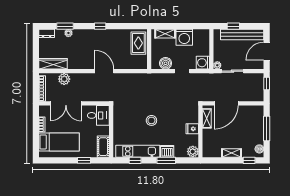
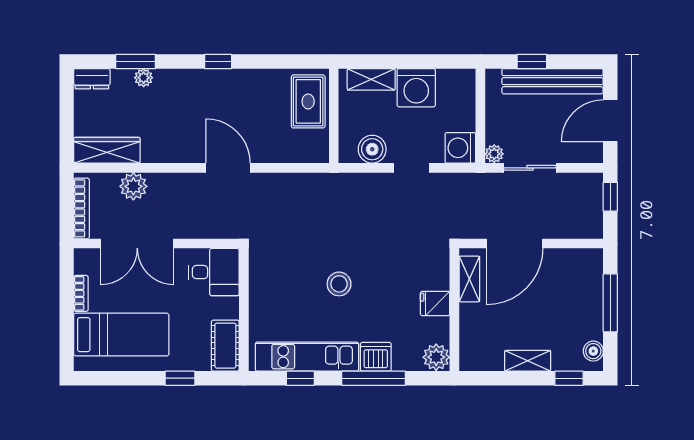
window: (166, 160) -> (374, 378), width x1.44

